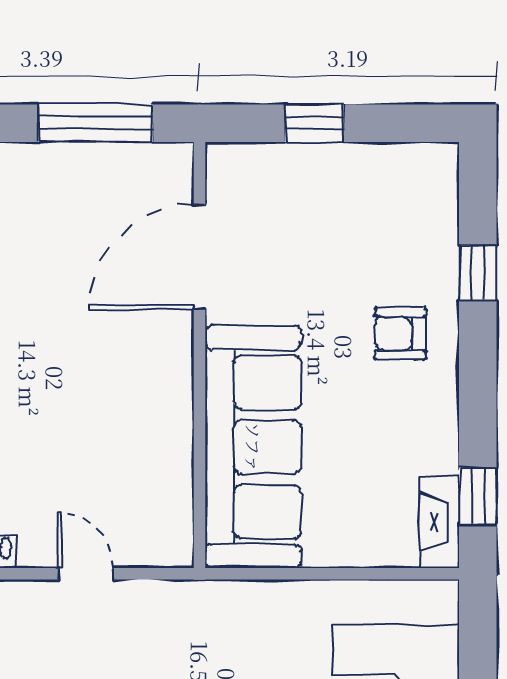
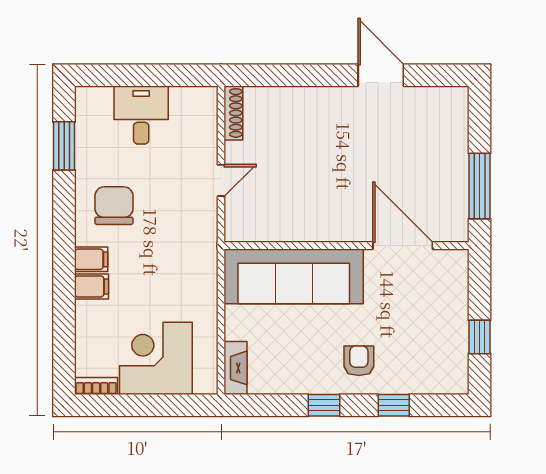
window: (314, 123) -> (479, 337), moved
window: (478, 496) -> (324, 405), moved
fireplace: (439, 522) -> (236, 368), moved, turned 90

